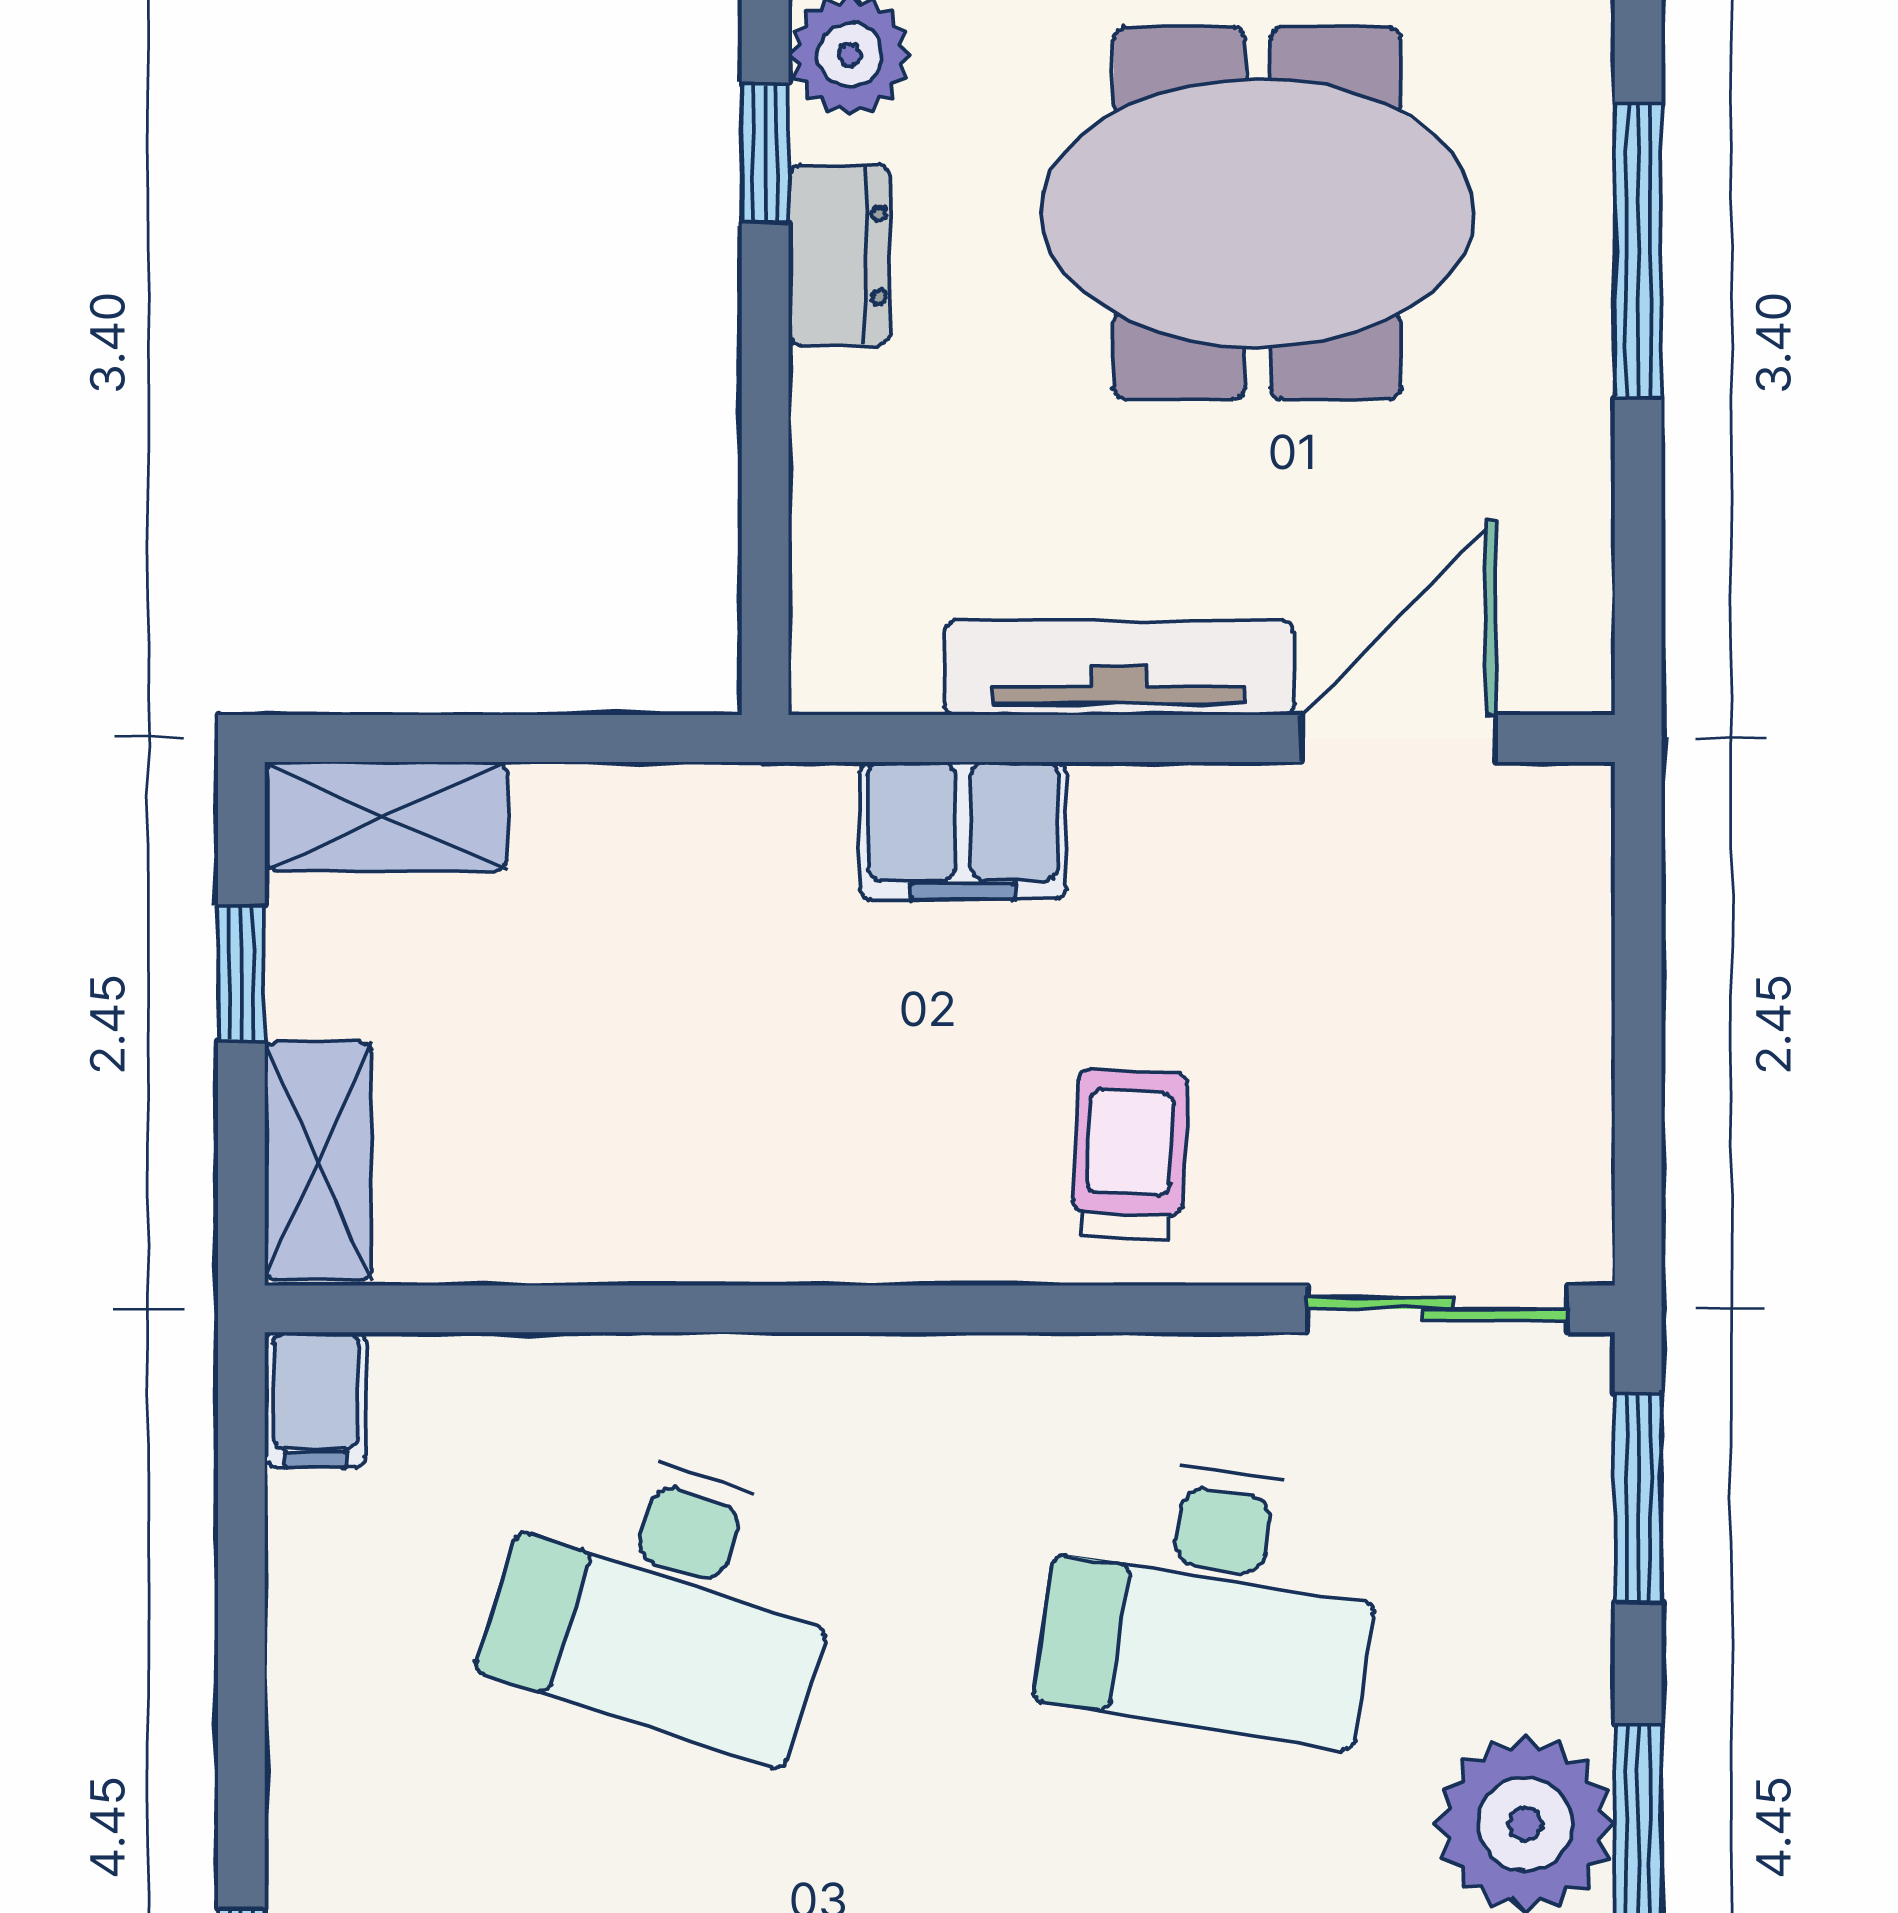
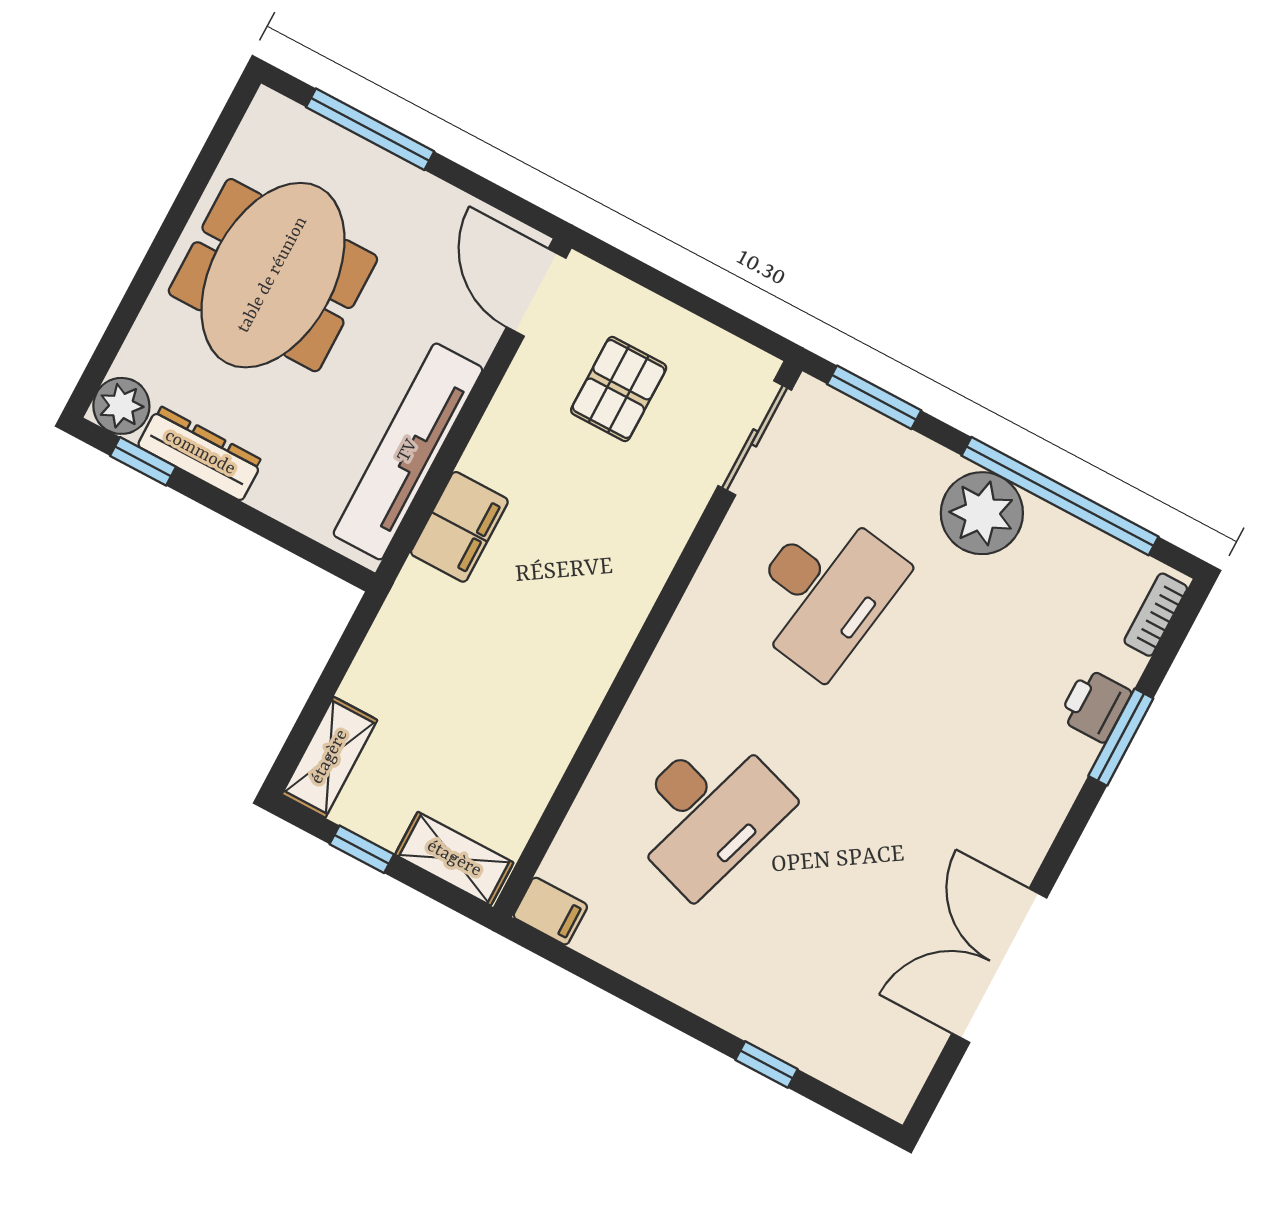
dresser: (839, 255) -> (200, 453), width x1.44
tv unit: (1119, 668) -> (408, 451), width x1.36, depth x1.29
door: (1399, 738) -> (536, 292), moved
pallet: (1392, 996) -> (619, 389), added
trolley: (1129, 1154) -> (626, 529), removed

